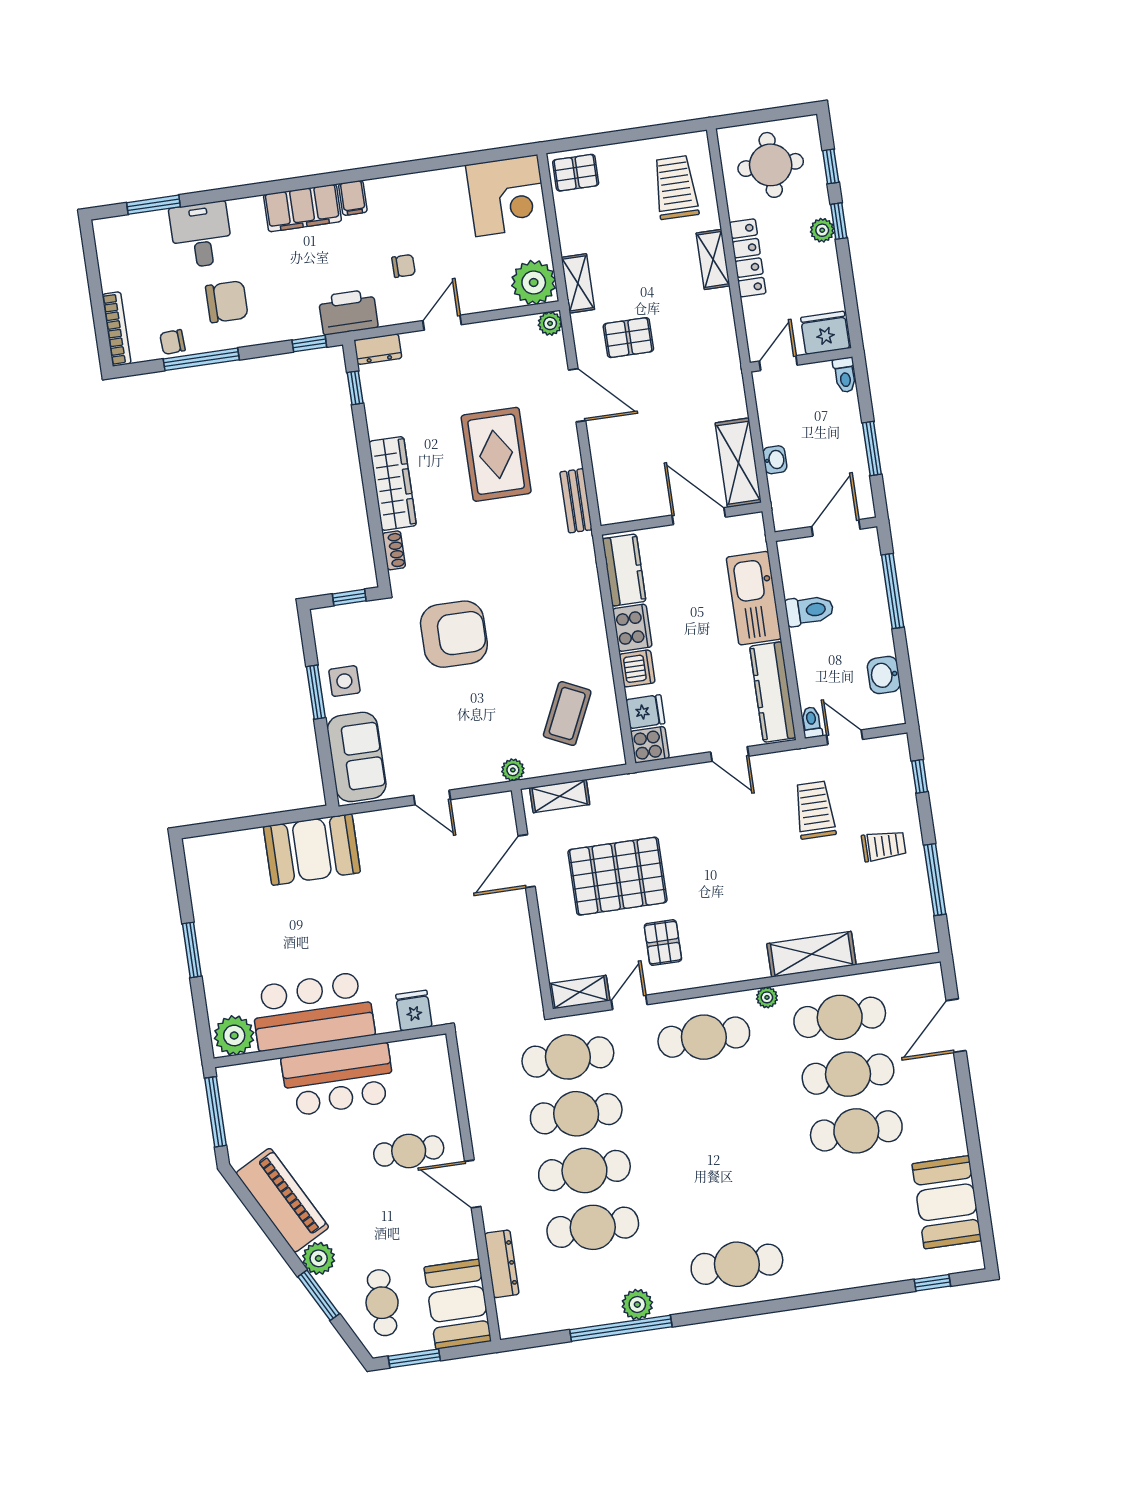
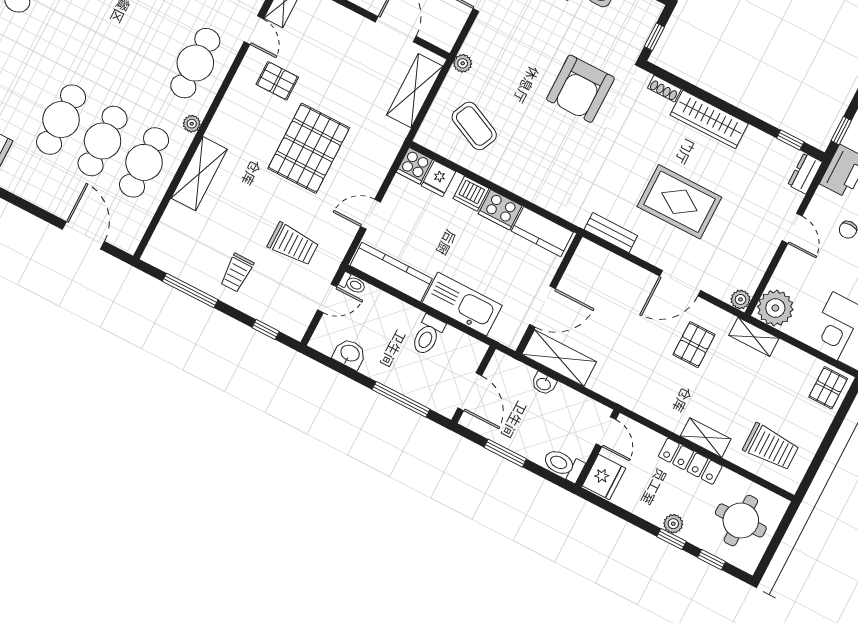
toilet: (845, 375) -> (563, 465), width x1.37, depth x1.39
shelving: (560, 796) -> (415, 91), width x1.50, depth x1.33
pallet: (617, 876) -> (309, 148), moved

